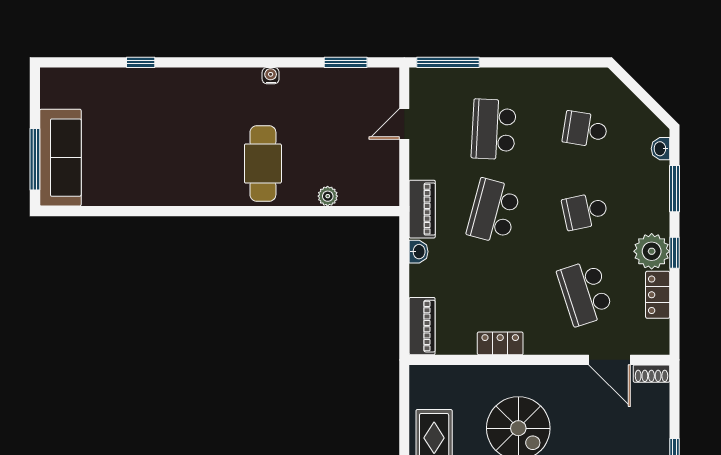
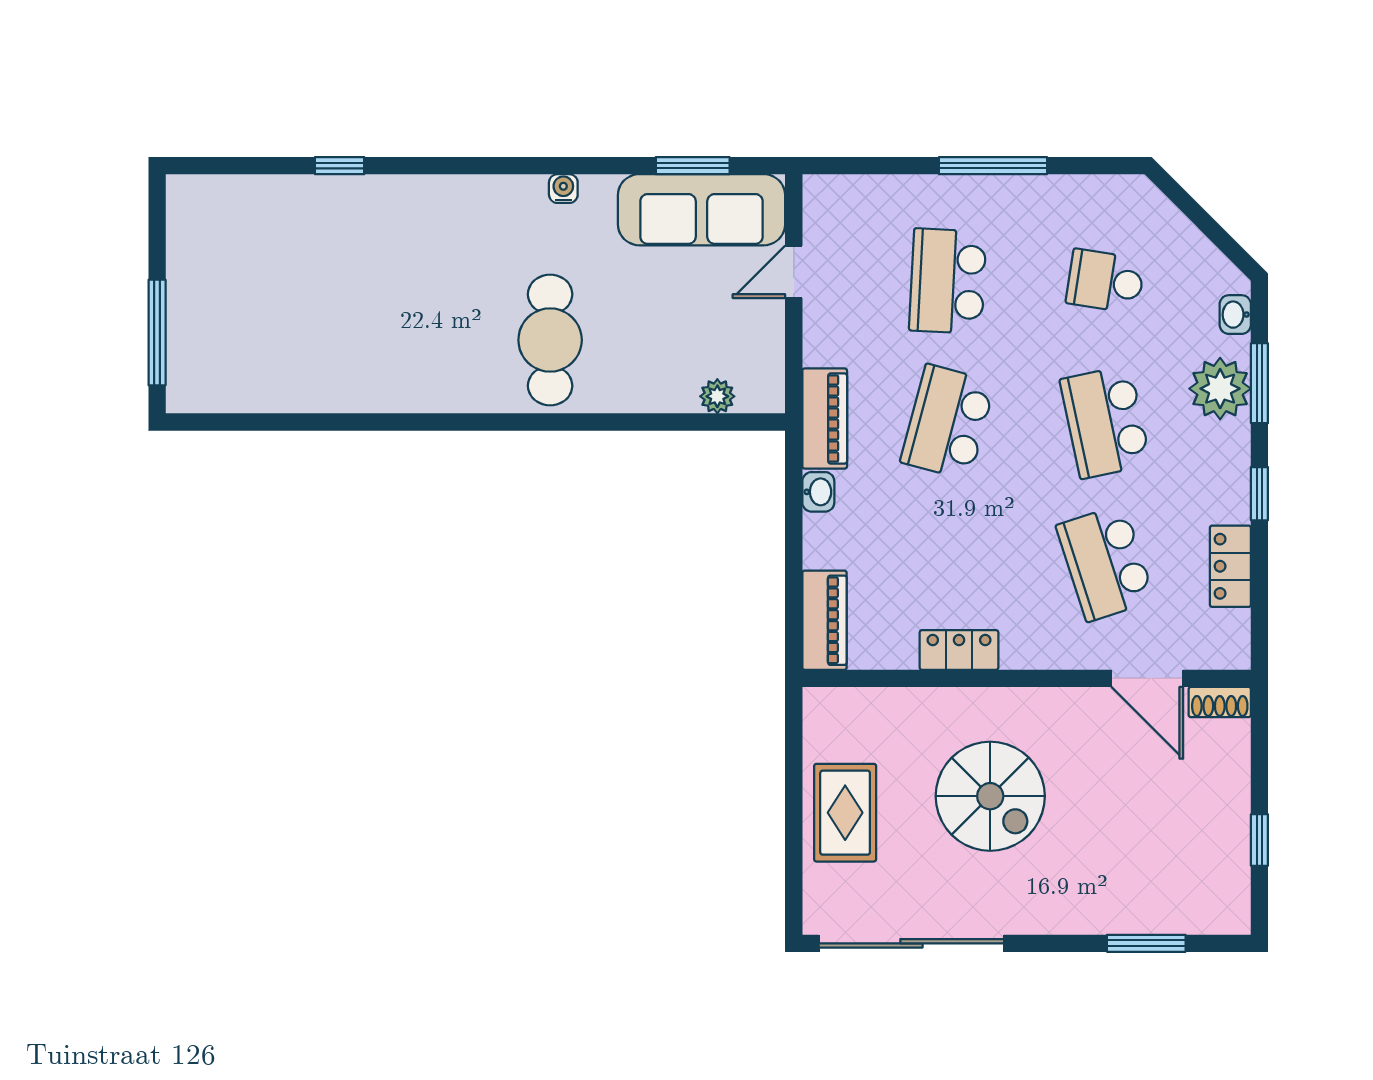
window: (448, 62) -> (993, 166), moved
sofa: (60, 158) -> (702, 210), moved, turned 90
plant: (328, 196) -> (717, 396), moved
school desk: (585, 211) -> (1105, 422), width x1.85
plant: (652, 251) -> (1220, 389), moved

